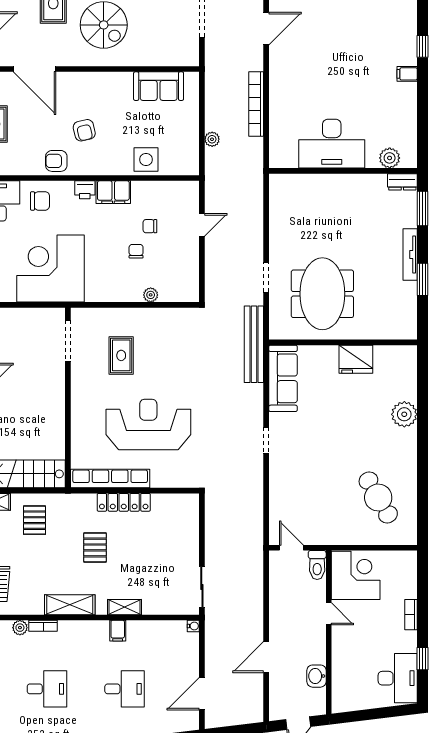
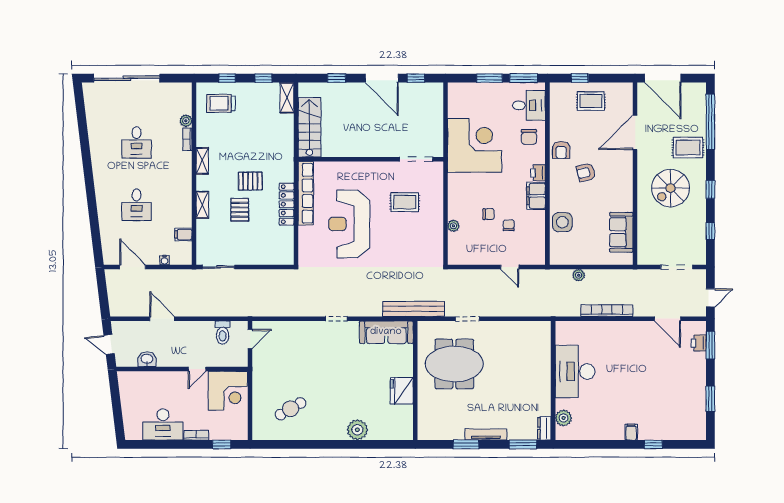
armchair: (56, 161) -> (561, 150), turned 180
reception desk: (148, 424) -> (349, 224), turned 180
cafe table: (378, 498) -> (290, 409), width x0.73, depth x0.74
pallet: (34, 520) -> (240, 210), moved, turned 90
toilet: (317, 565) -> (223, 333), moved, turned -90
shelving: (70, 605) -> (202, 161), width x0.67, depth x0.75
water cooler: (193, 626) -> (165, 260), moved
filing cabinet: (118, 631) -> (183, 234), moved
window: (422, 659) -> (222, 444), moved
desk: (398, 678) -> (163, 424), moved

